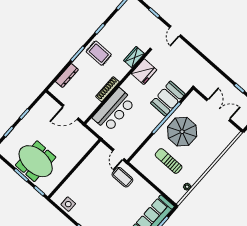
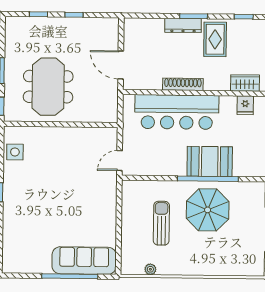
fridge: (144, 72) -> (245, 105), width x0.53, depth x0.75
dresser: (67, 75) -> (183, 25), moved
booth: (168, 99) -> (210, 161), moved
bar counter: (114, 110) -> (177, 112), width x1.36
meeting table: (36, 161) -> (48, 87), moved
coffee table: (122, 177) -> (98, 187), removed

